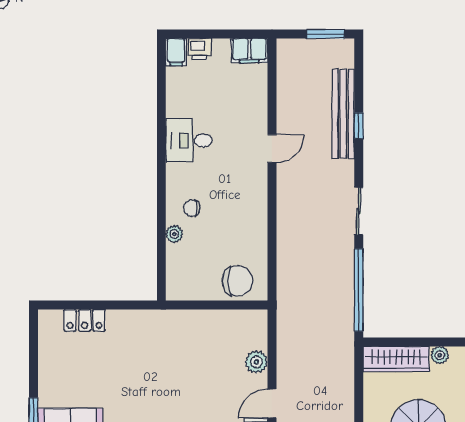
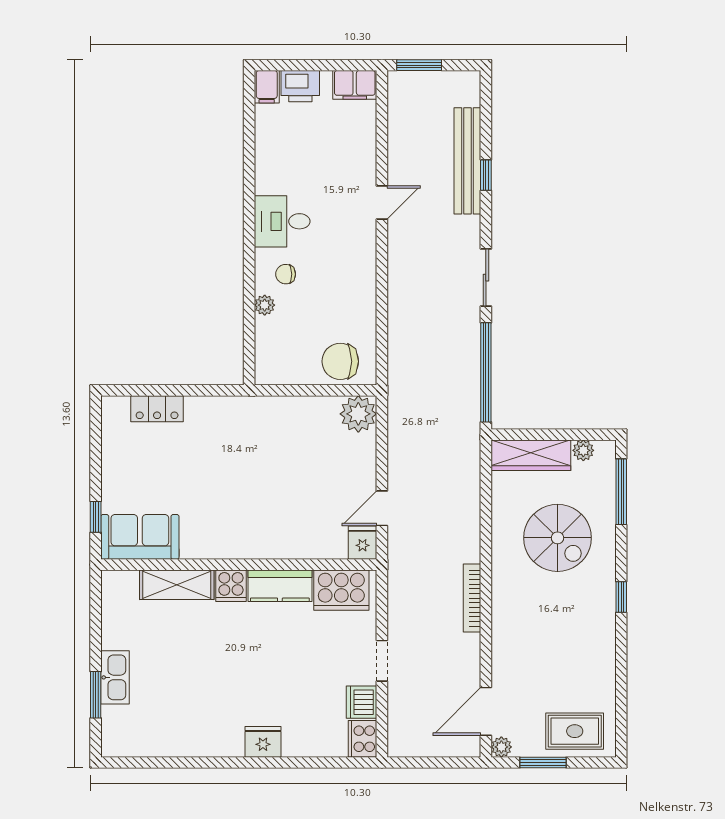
window: (325, 34) -> (419, 65), moved
printer: (200, 49) -> (300, 86), width x1.36, depth x1.24
desk: (189, 140) -> (282, 221), moved
chair: (237, 281) -> (340, 361), turned 180
plant: (256, 362) -> (358, 414), moved, width x1.36, depth x1.36

